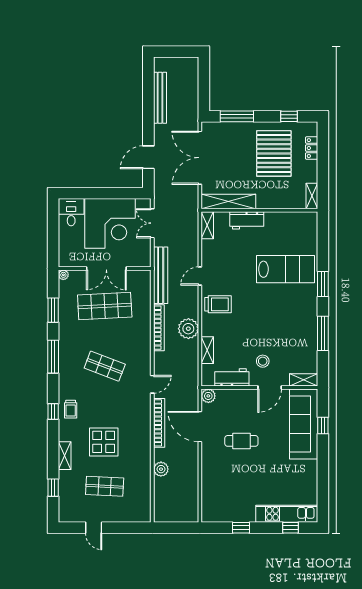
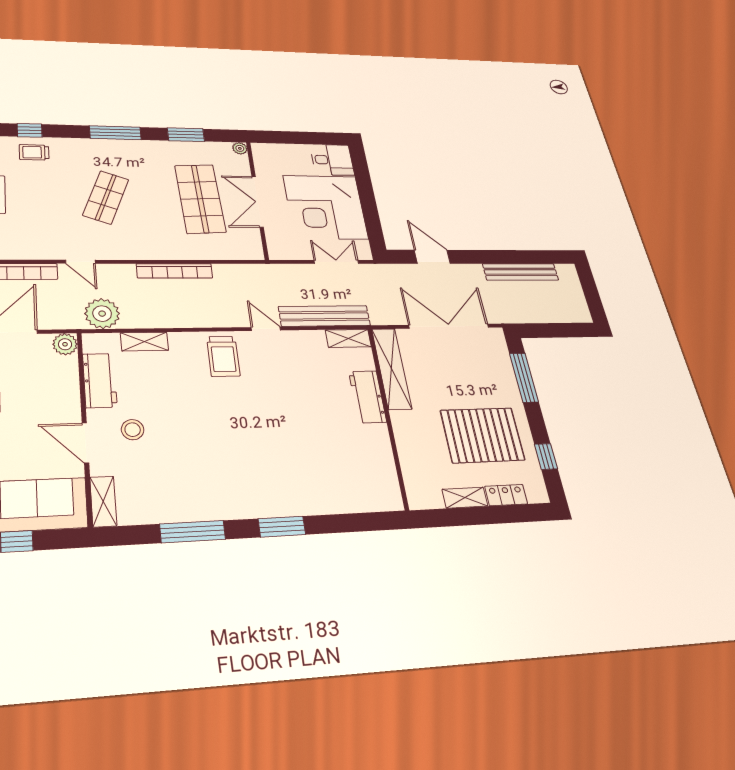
shelving: (312, 196) -> (465, 498), moved
lab bench: (285, 269) -> (298, 461), removed
bench: (161, 275) -> (324, 316), moved
plant: (188, 329) -> (102, 314), moved

